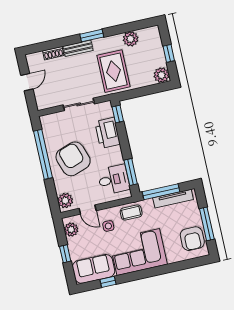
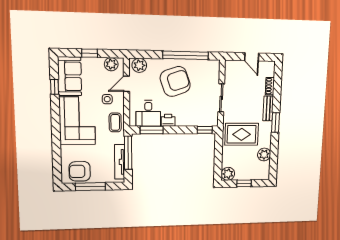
printer: (107, 133) -> (168, 120), moved, width x0.53, depth x0.68

